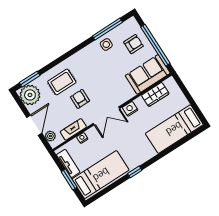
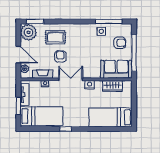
double door: (106, 116) -> (71, 79), swing flipped
door: (34, 125) -> (18, 55), hinge flipped

